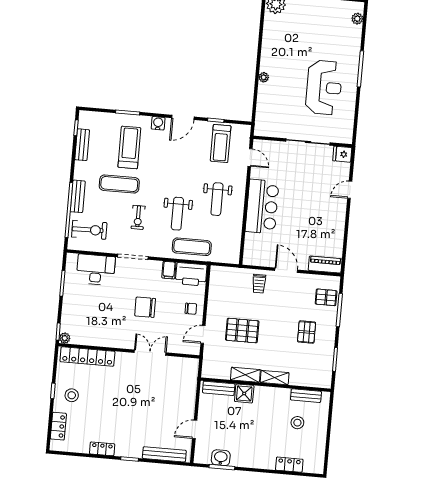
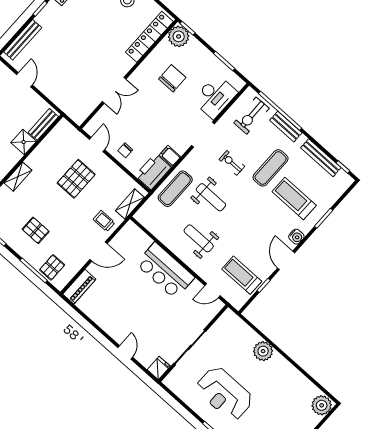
plant: (264, 77) -> (263, 351), width x1.87, depth x1.87
bench: (82, 145) -> (321, 158), width x1.36
treadmill: (129, 147) -> (294, 199), turned 180
weight bench: (177, 214) -> (211, 197), turned 180
chair: (145, 307) -> (172, 78), moved
plant: (65, 338) -> (179, 36), width x1.88, depth x1.88
shelving: (245, 375) -> (130, 204), moved

